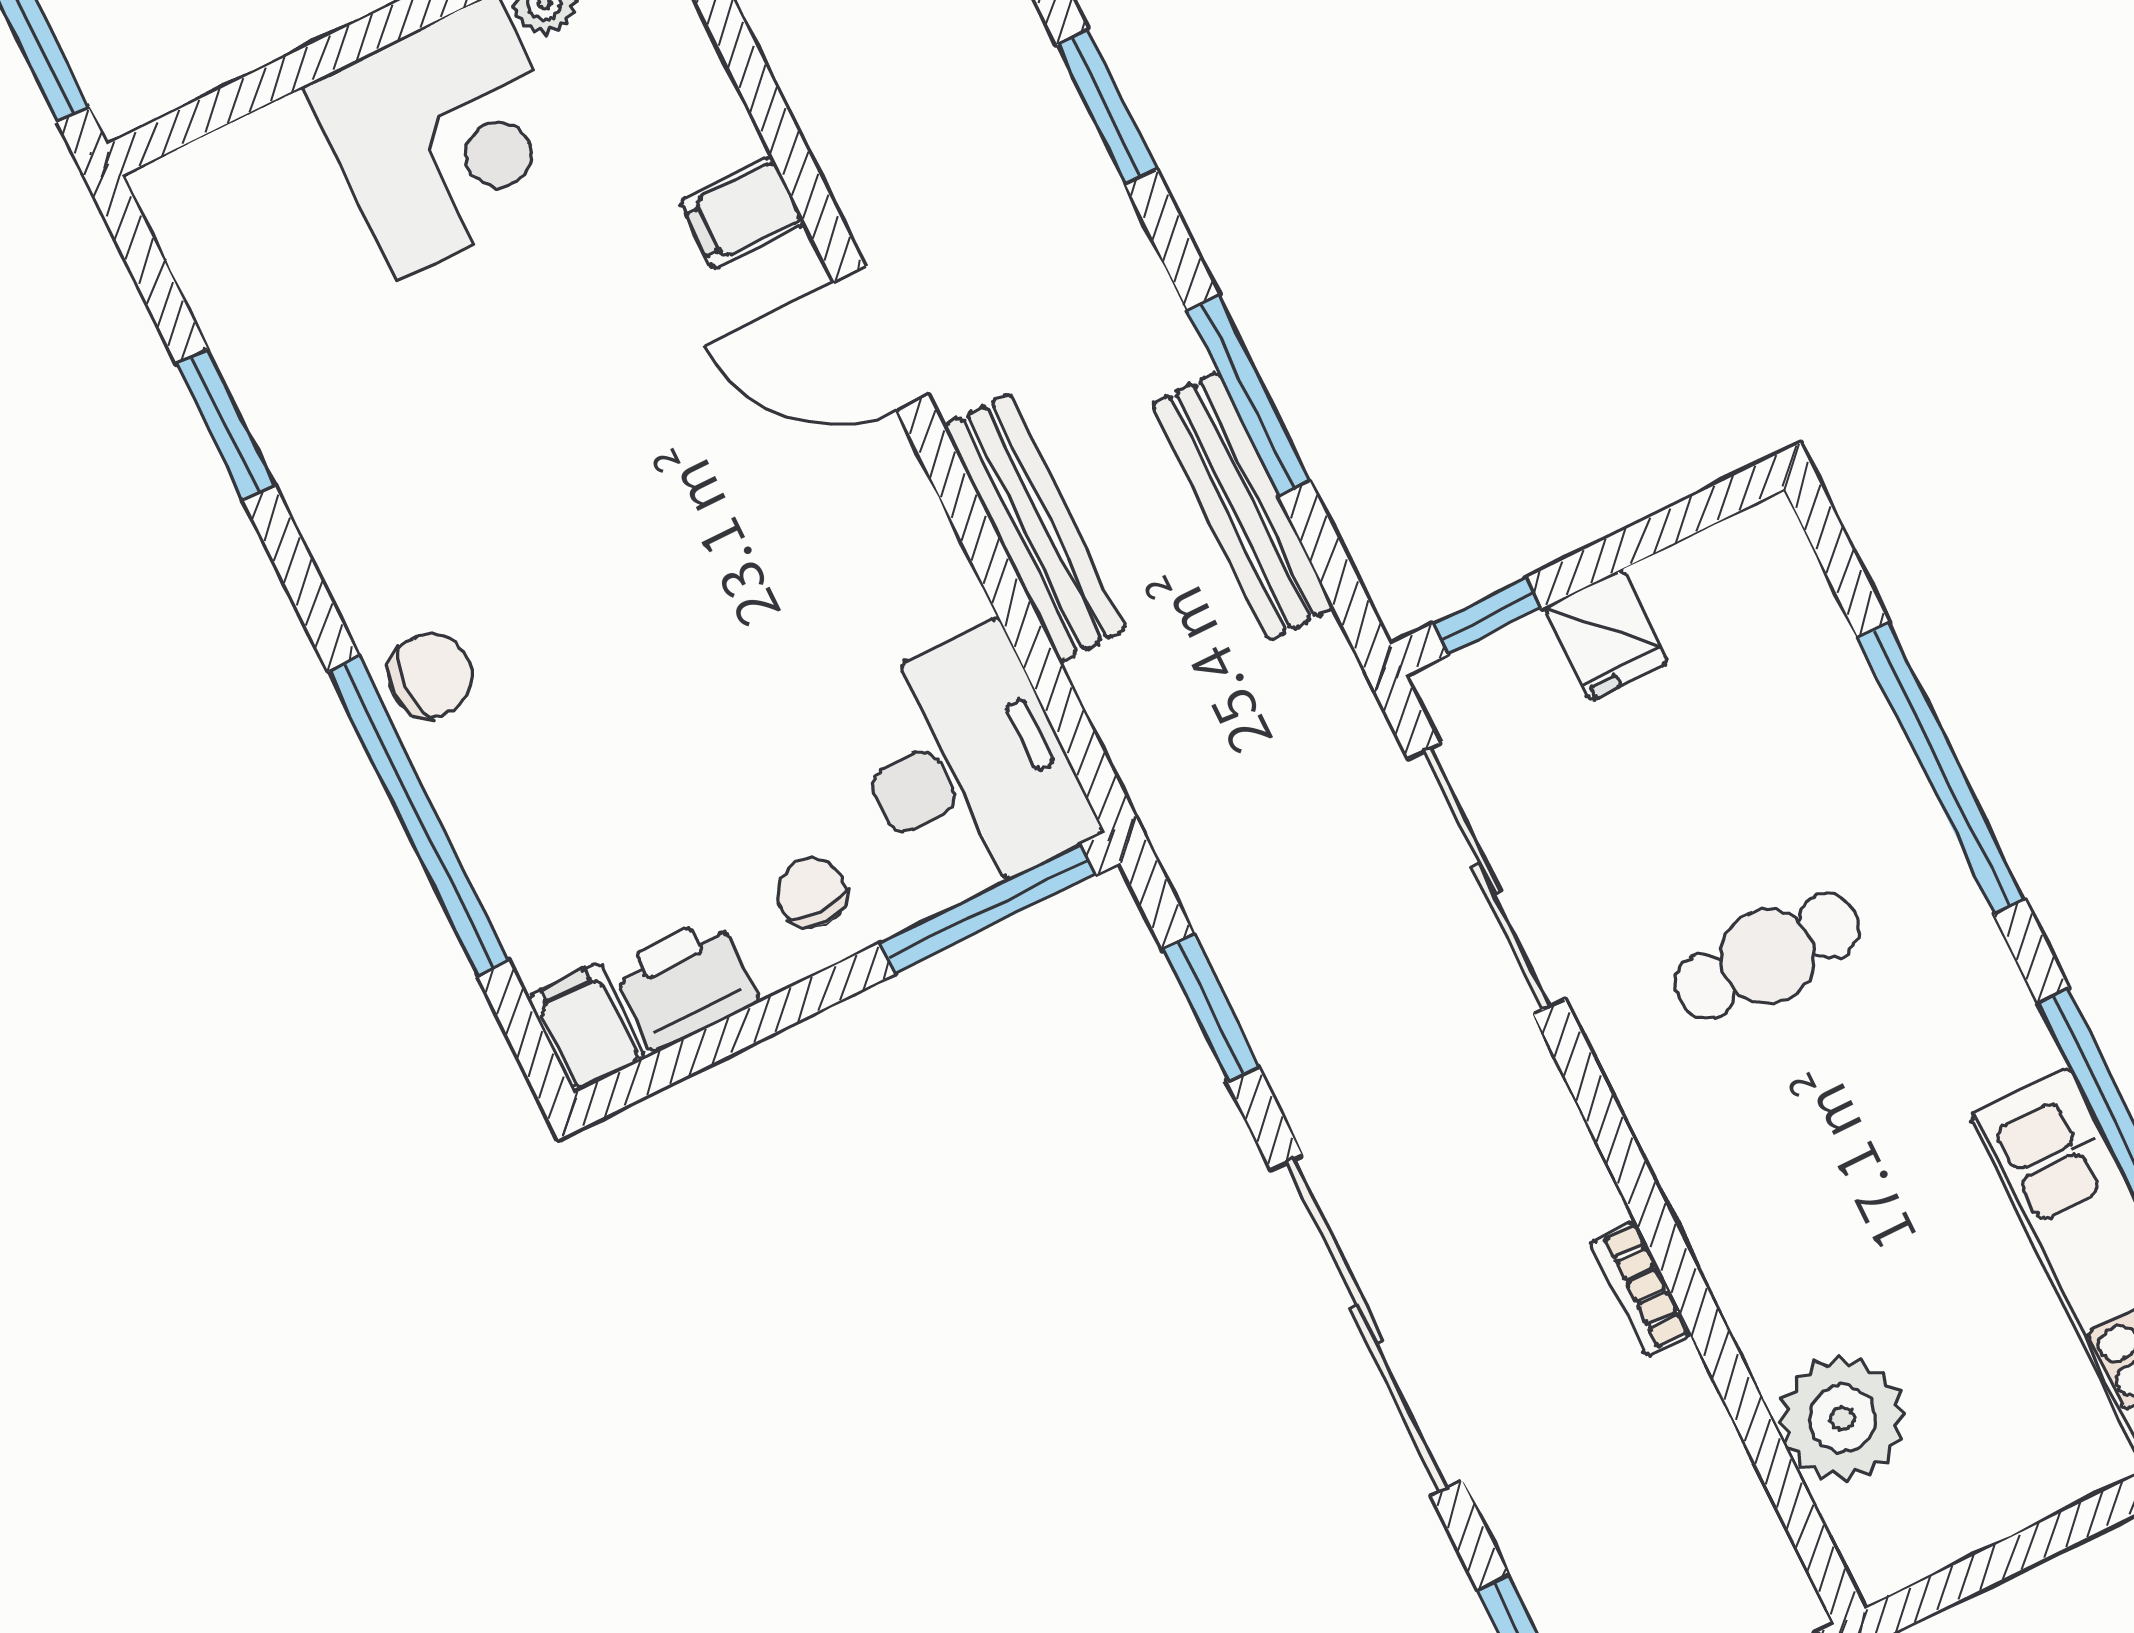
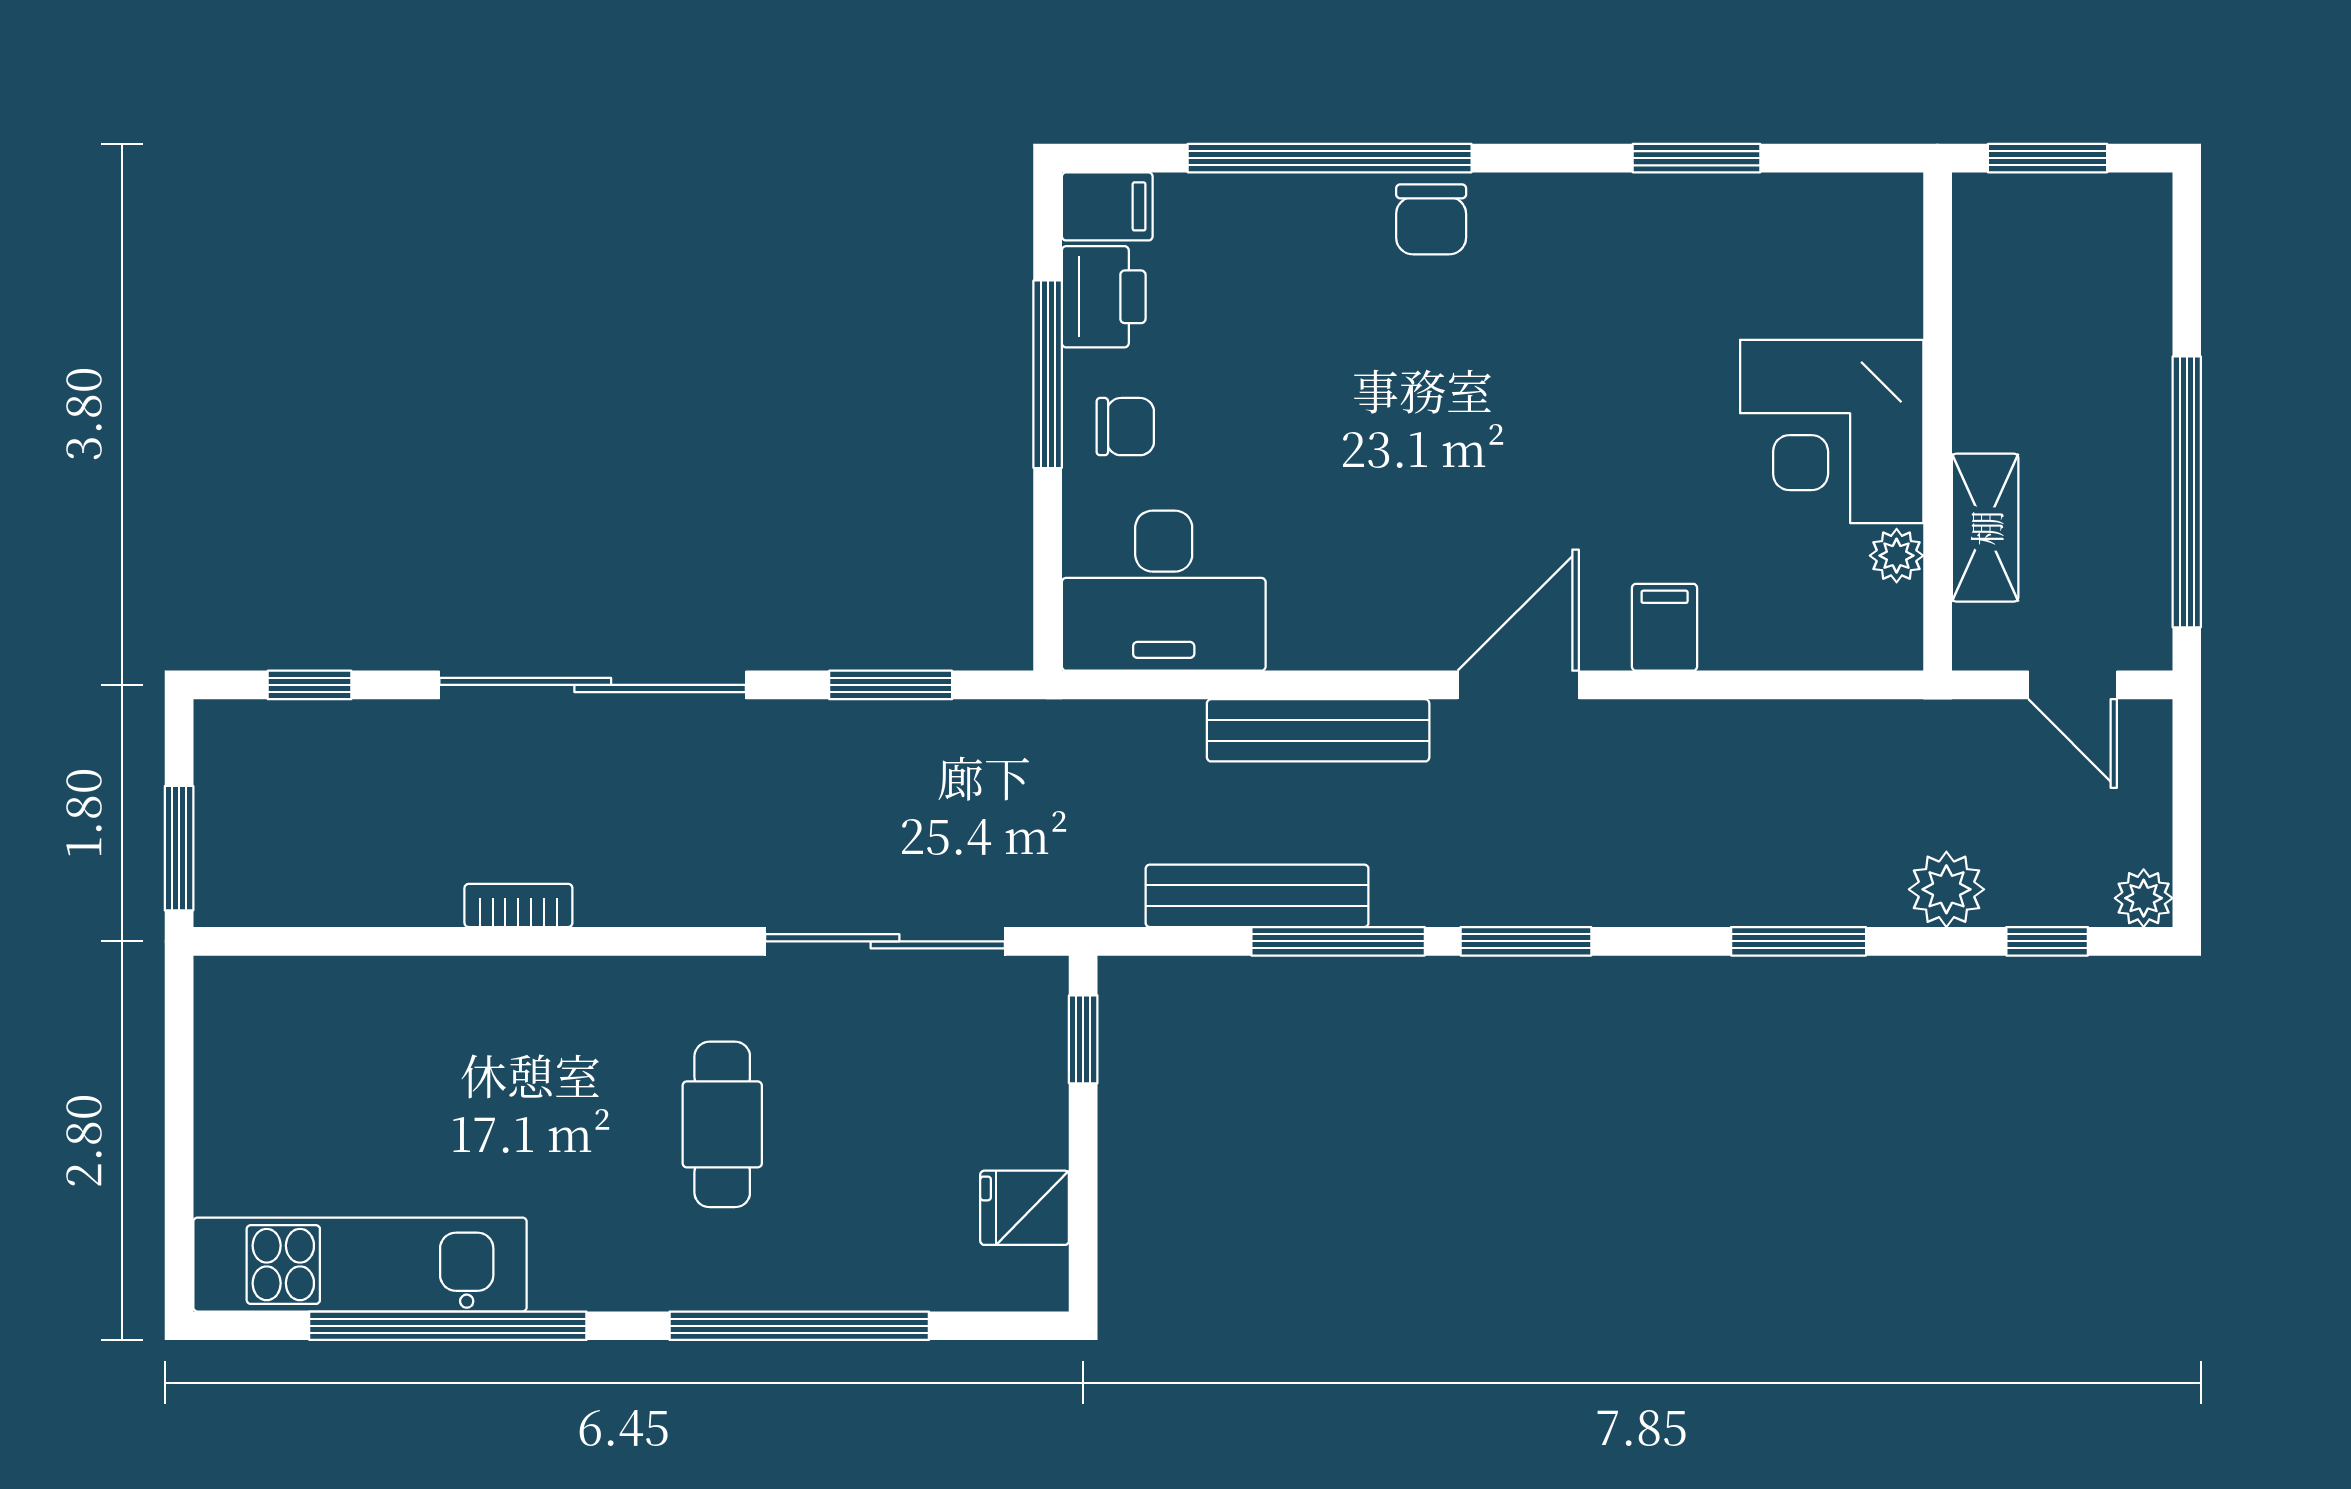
window: (1107, 107) -> (1526, 941), moved
fridge: (1606, 635) -> (1025, 1208), moved
window: (988, 909) -> (1048, 374), moved
plant: (1842, 1419) -> (346, 1009), removed

